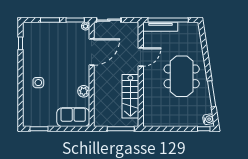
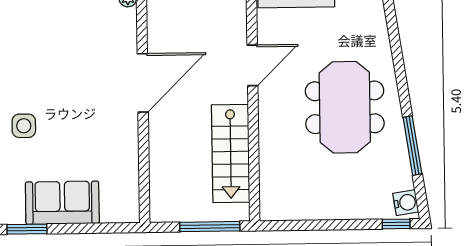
door: (92, 52) -> (143, 83), moved
plant: (84, 91) -> (126, 144), removed
sofa: (73, 117) -> (62, 203), moved

